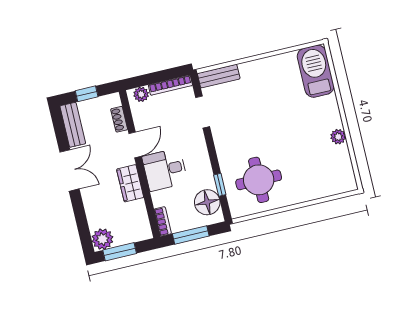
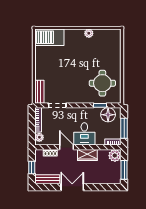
plant: (102, 239) -> (115, 156), moved

